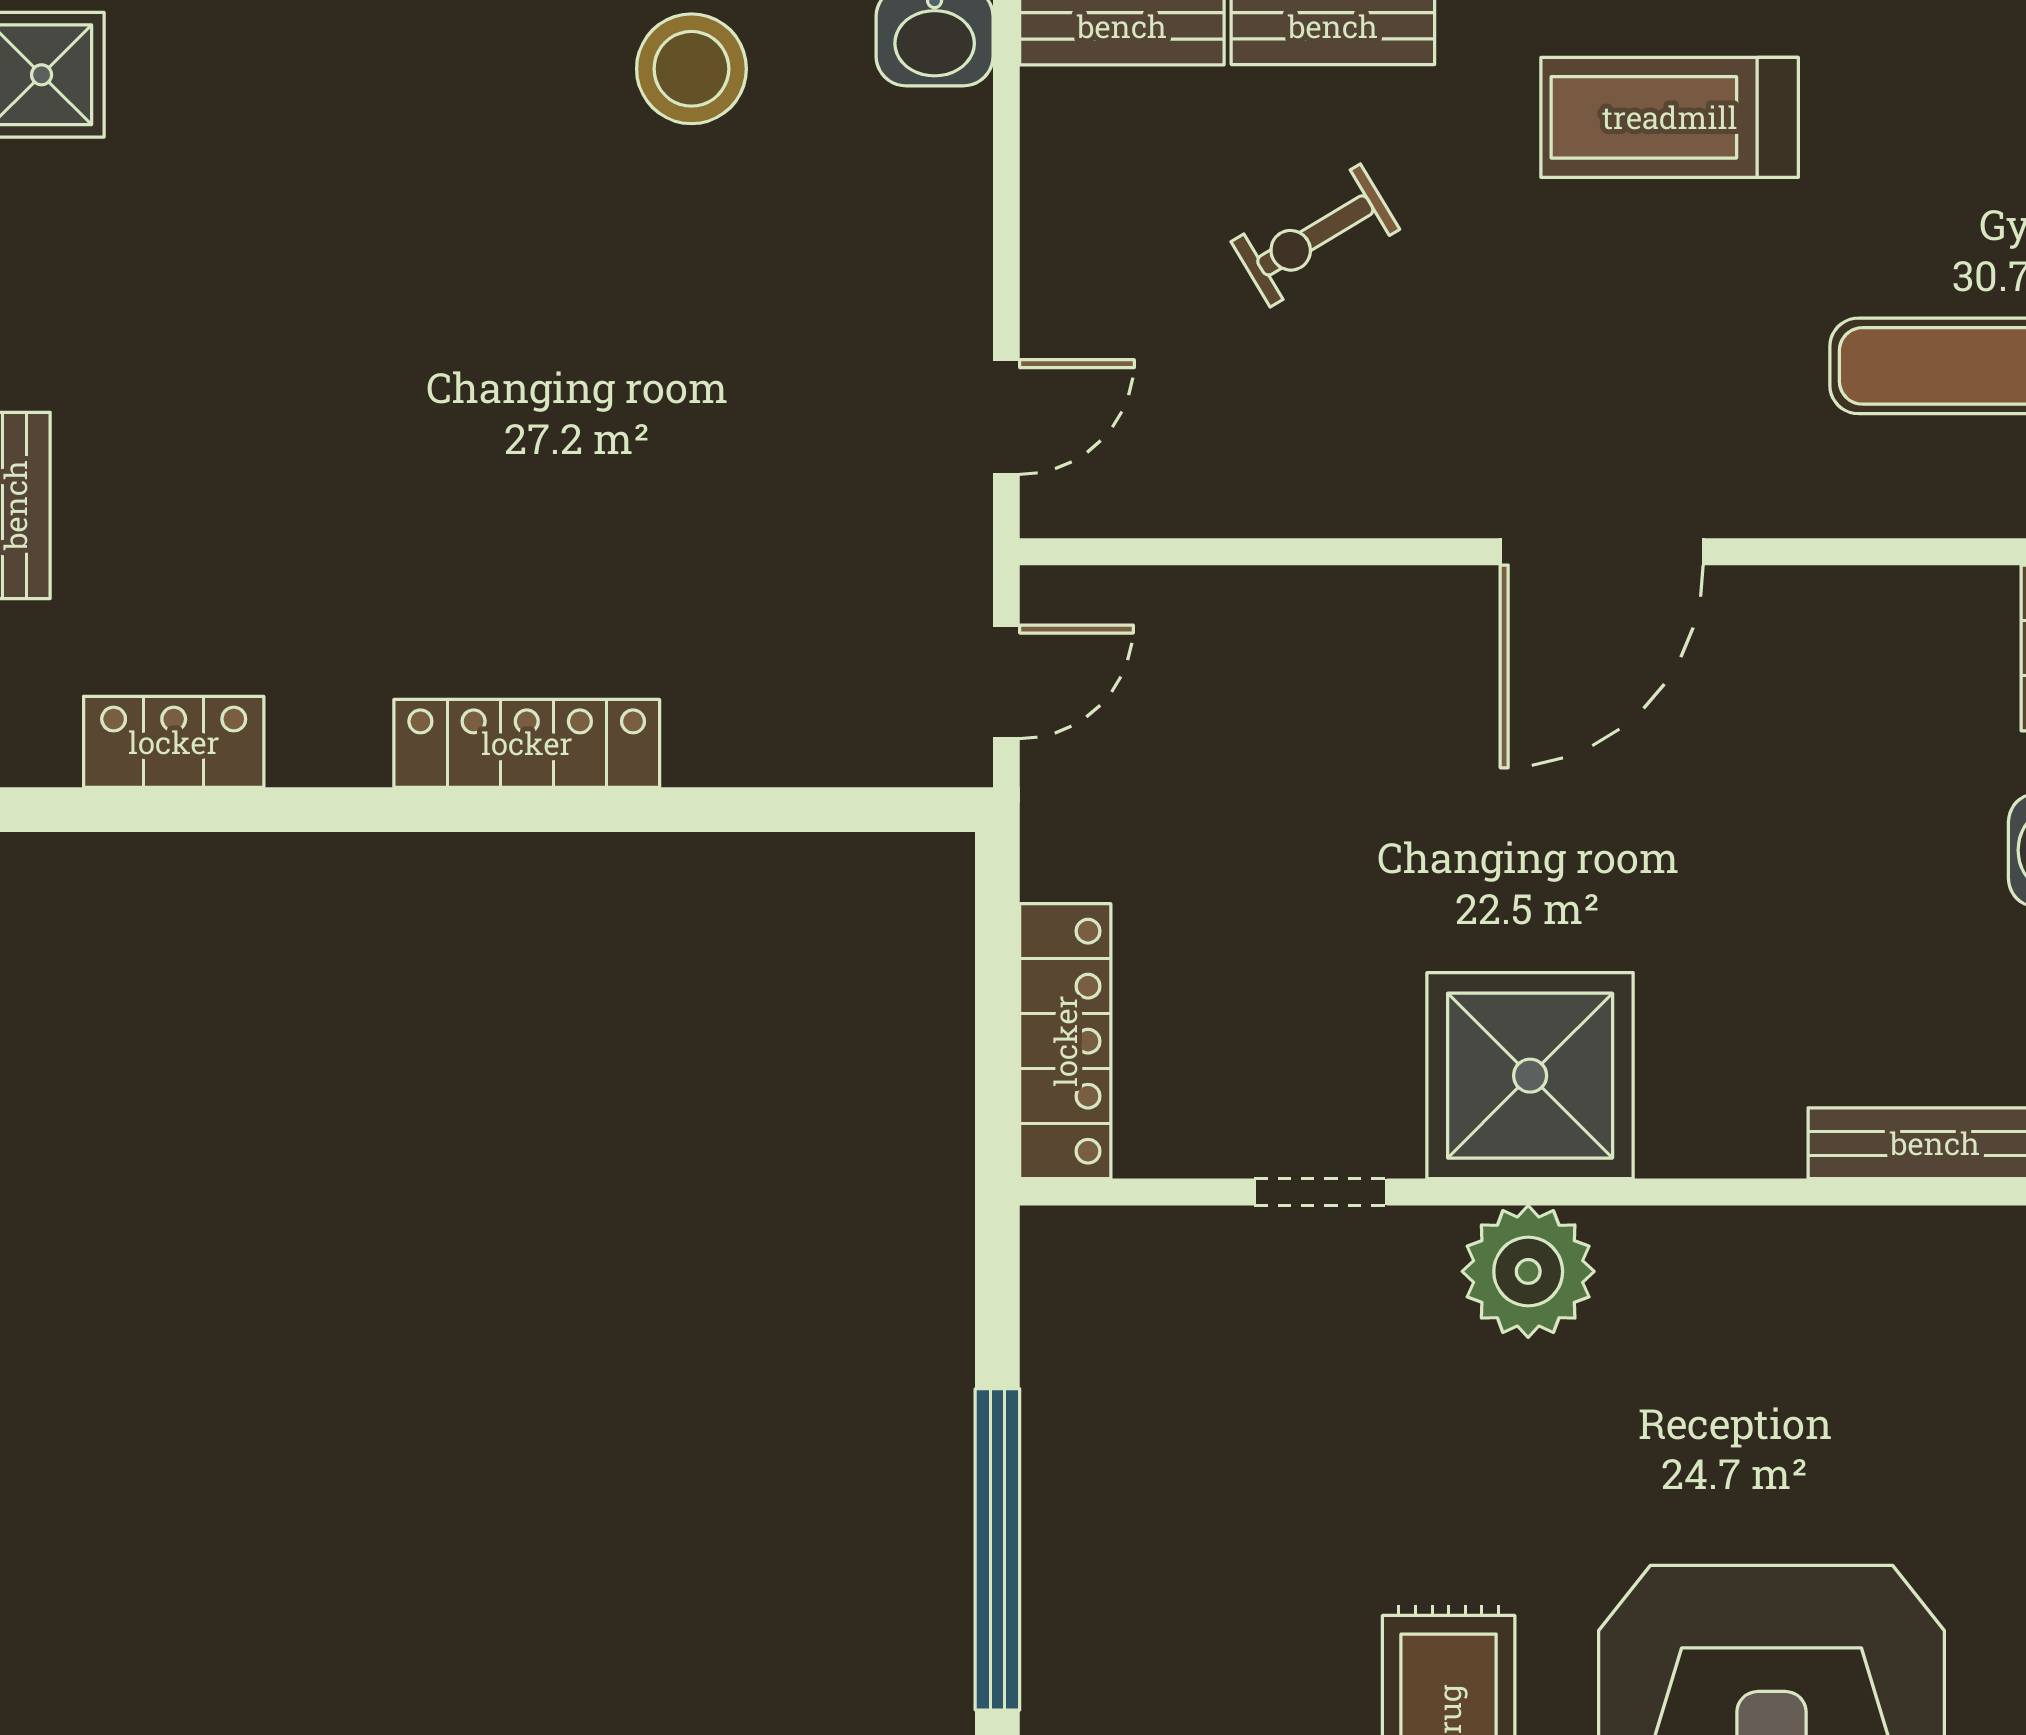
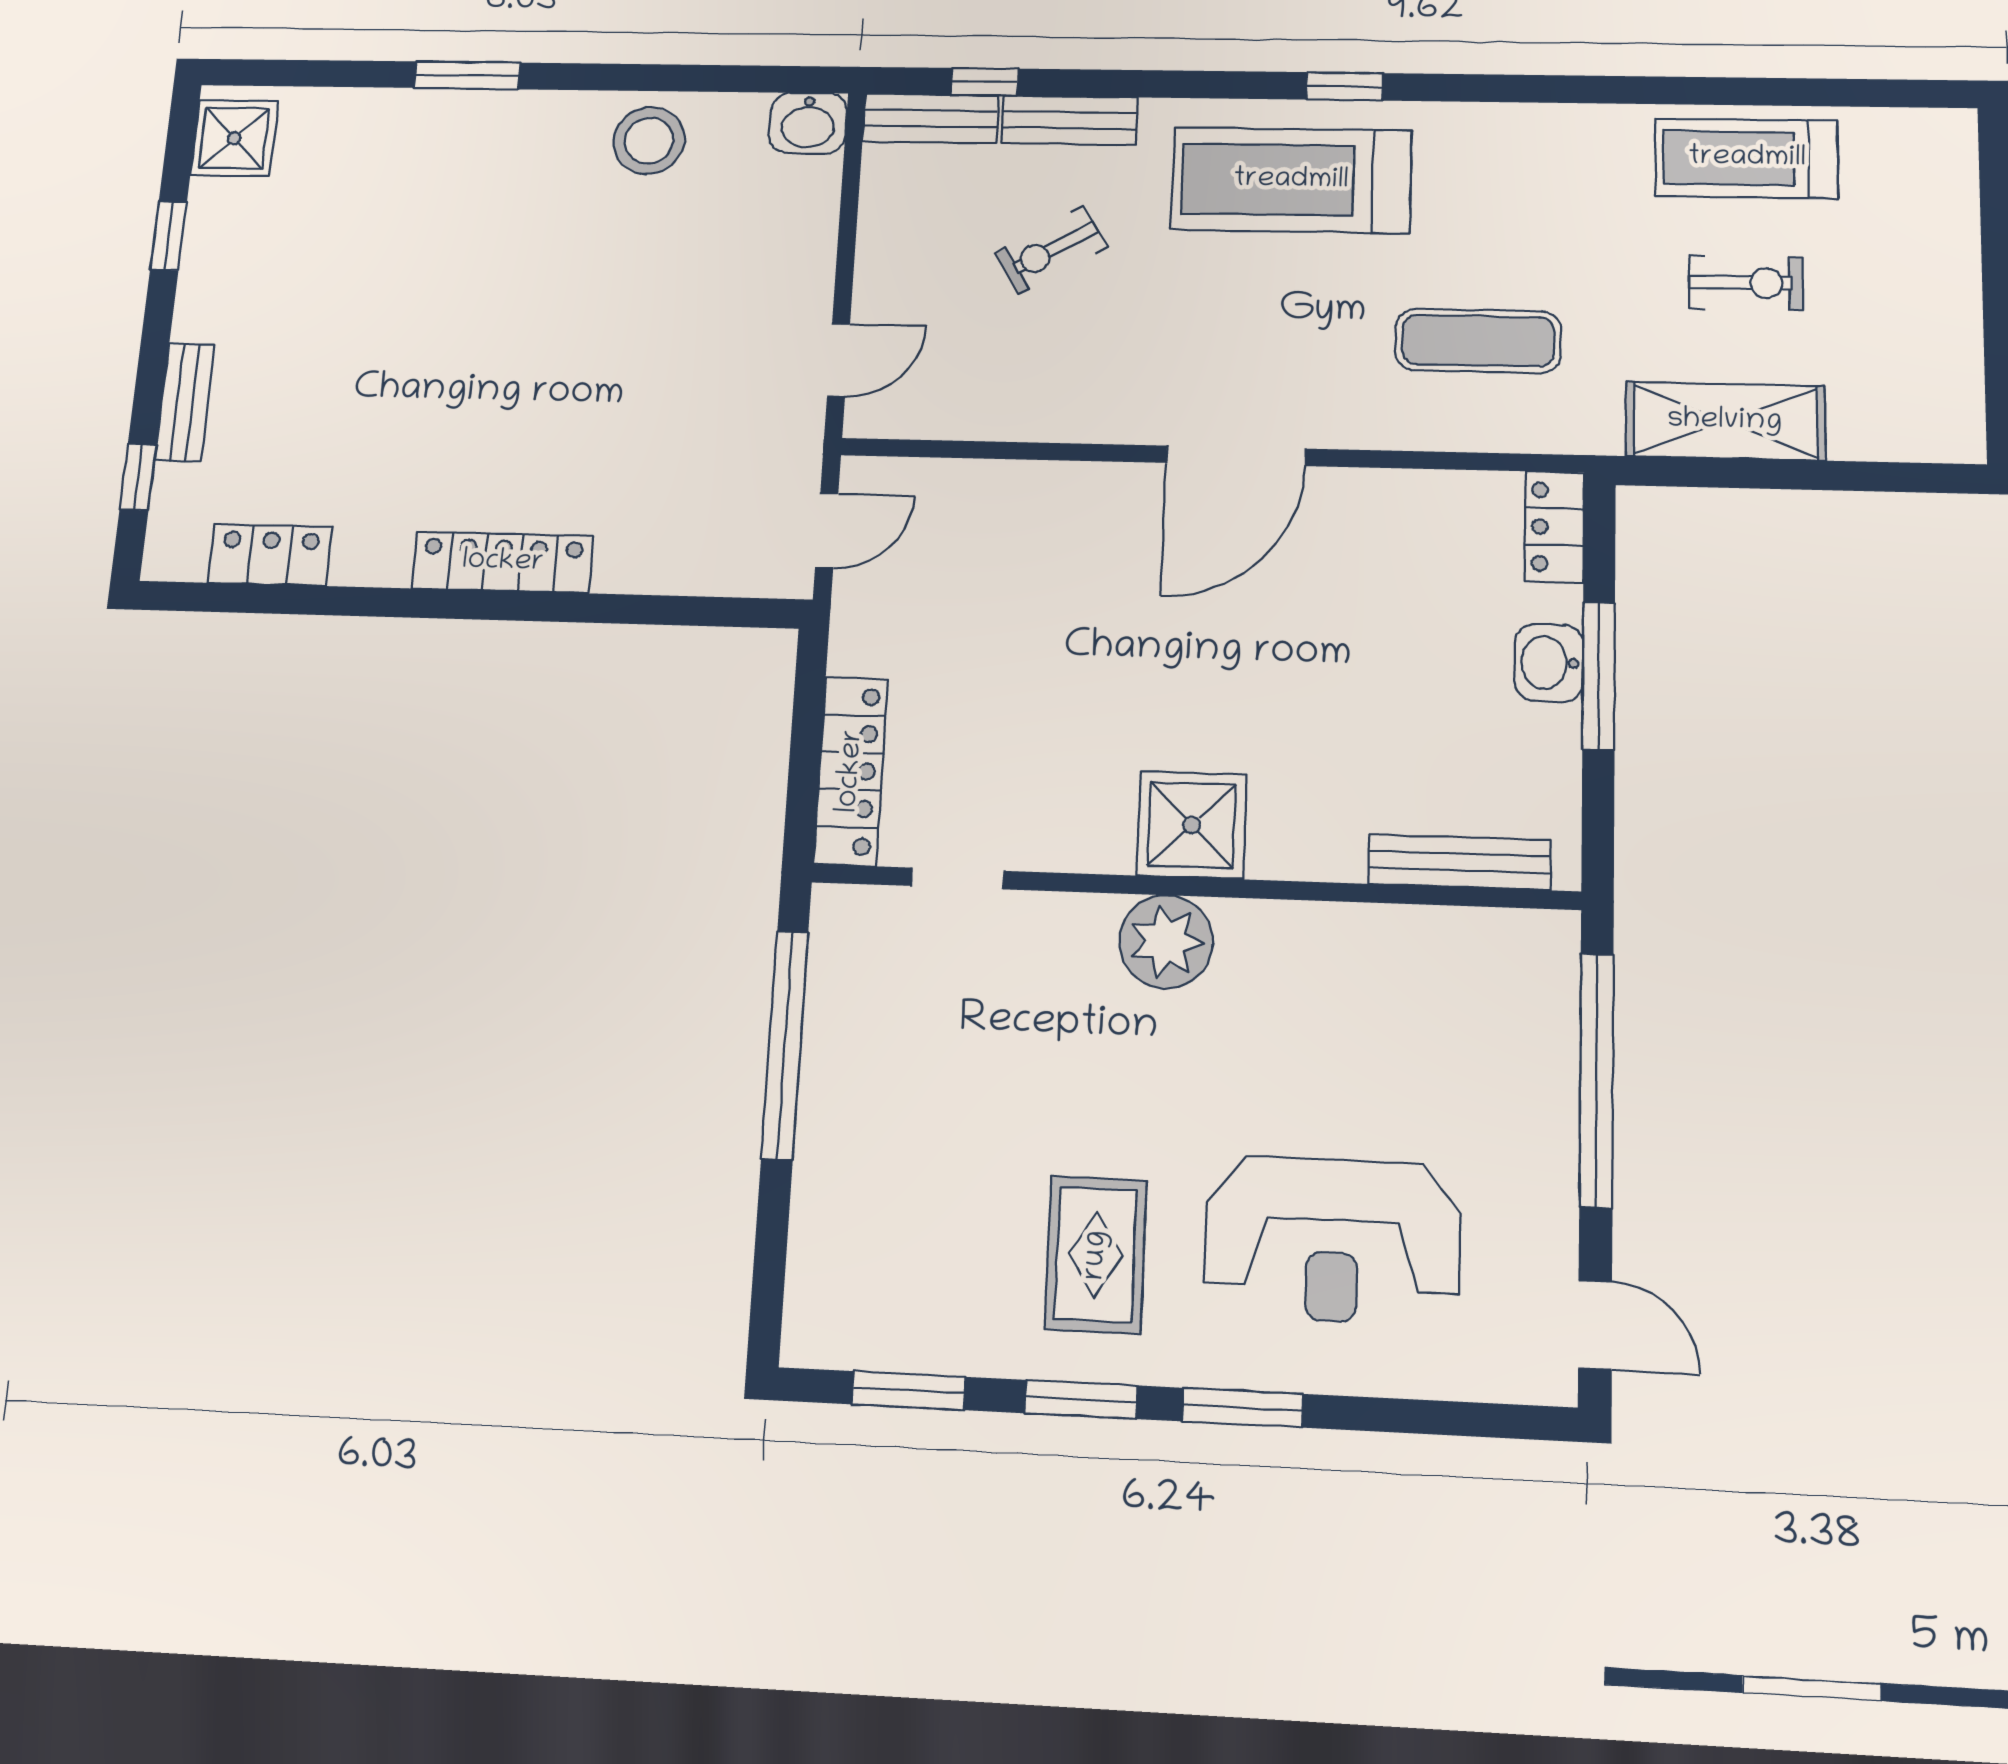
treadmill: (1670, 117) -> (1291, 180), width x1.37, depth x1.38
shower: (1530, 1076) -> (1192, 825), width x0.73, depth x0.73
doorway: (1321, 1192) -> (957, 878), moved
window: (997, 1549) -> (785, 1045), moved

